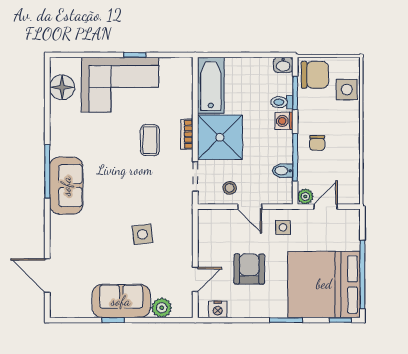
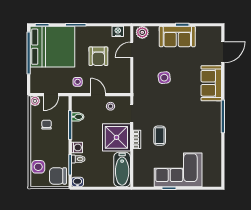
floor lamp: (62, 87) -> (214, 168), removed
chair: (317, 143) -> (47, 125), moved
sofa: (66, 186) -> (211, 83), moved
plant: (305, 196) -> (35, 101), moved
door: (47, 276) -> (223, 52), hinge flipped
plant: (162, 308) -> (142, 32), moved

